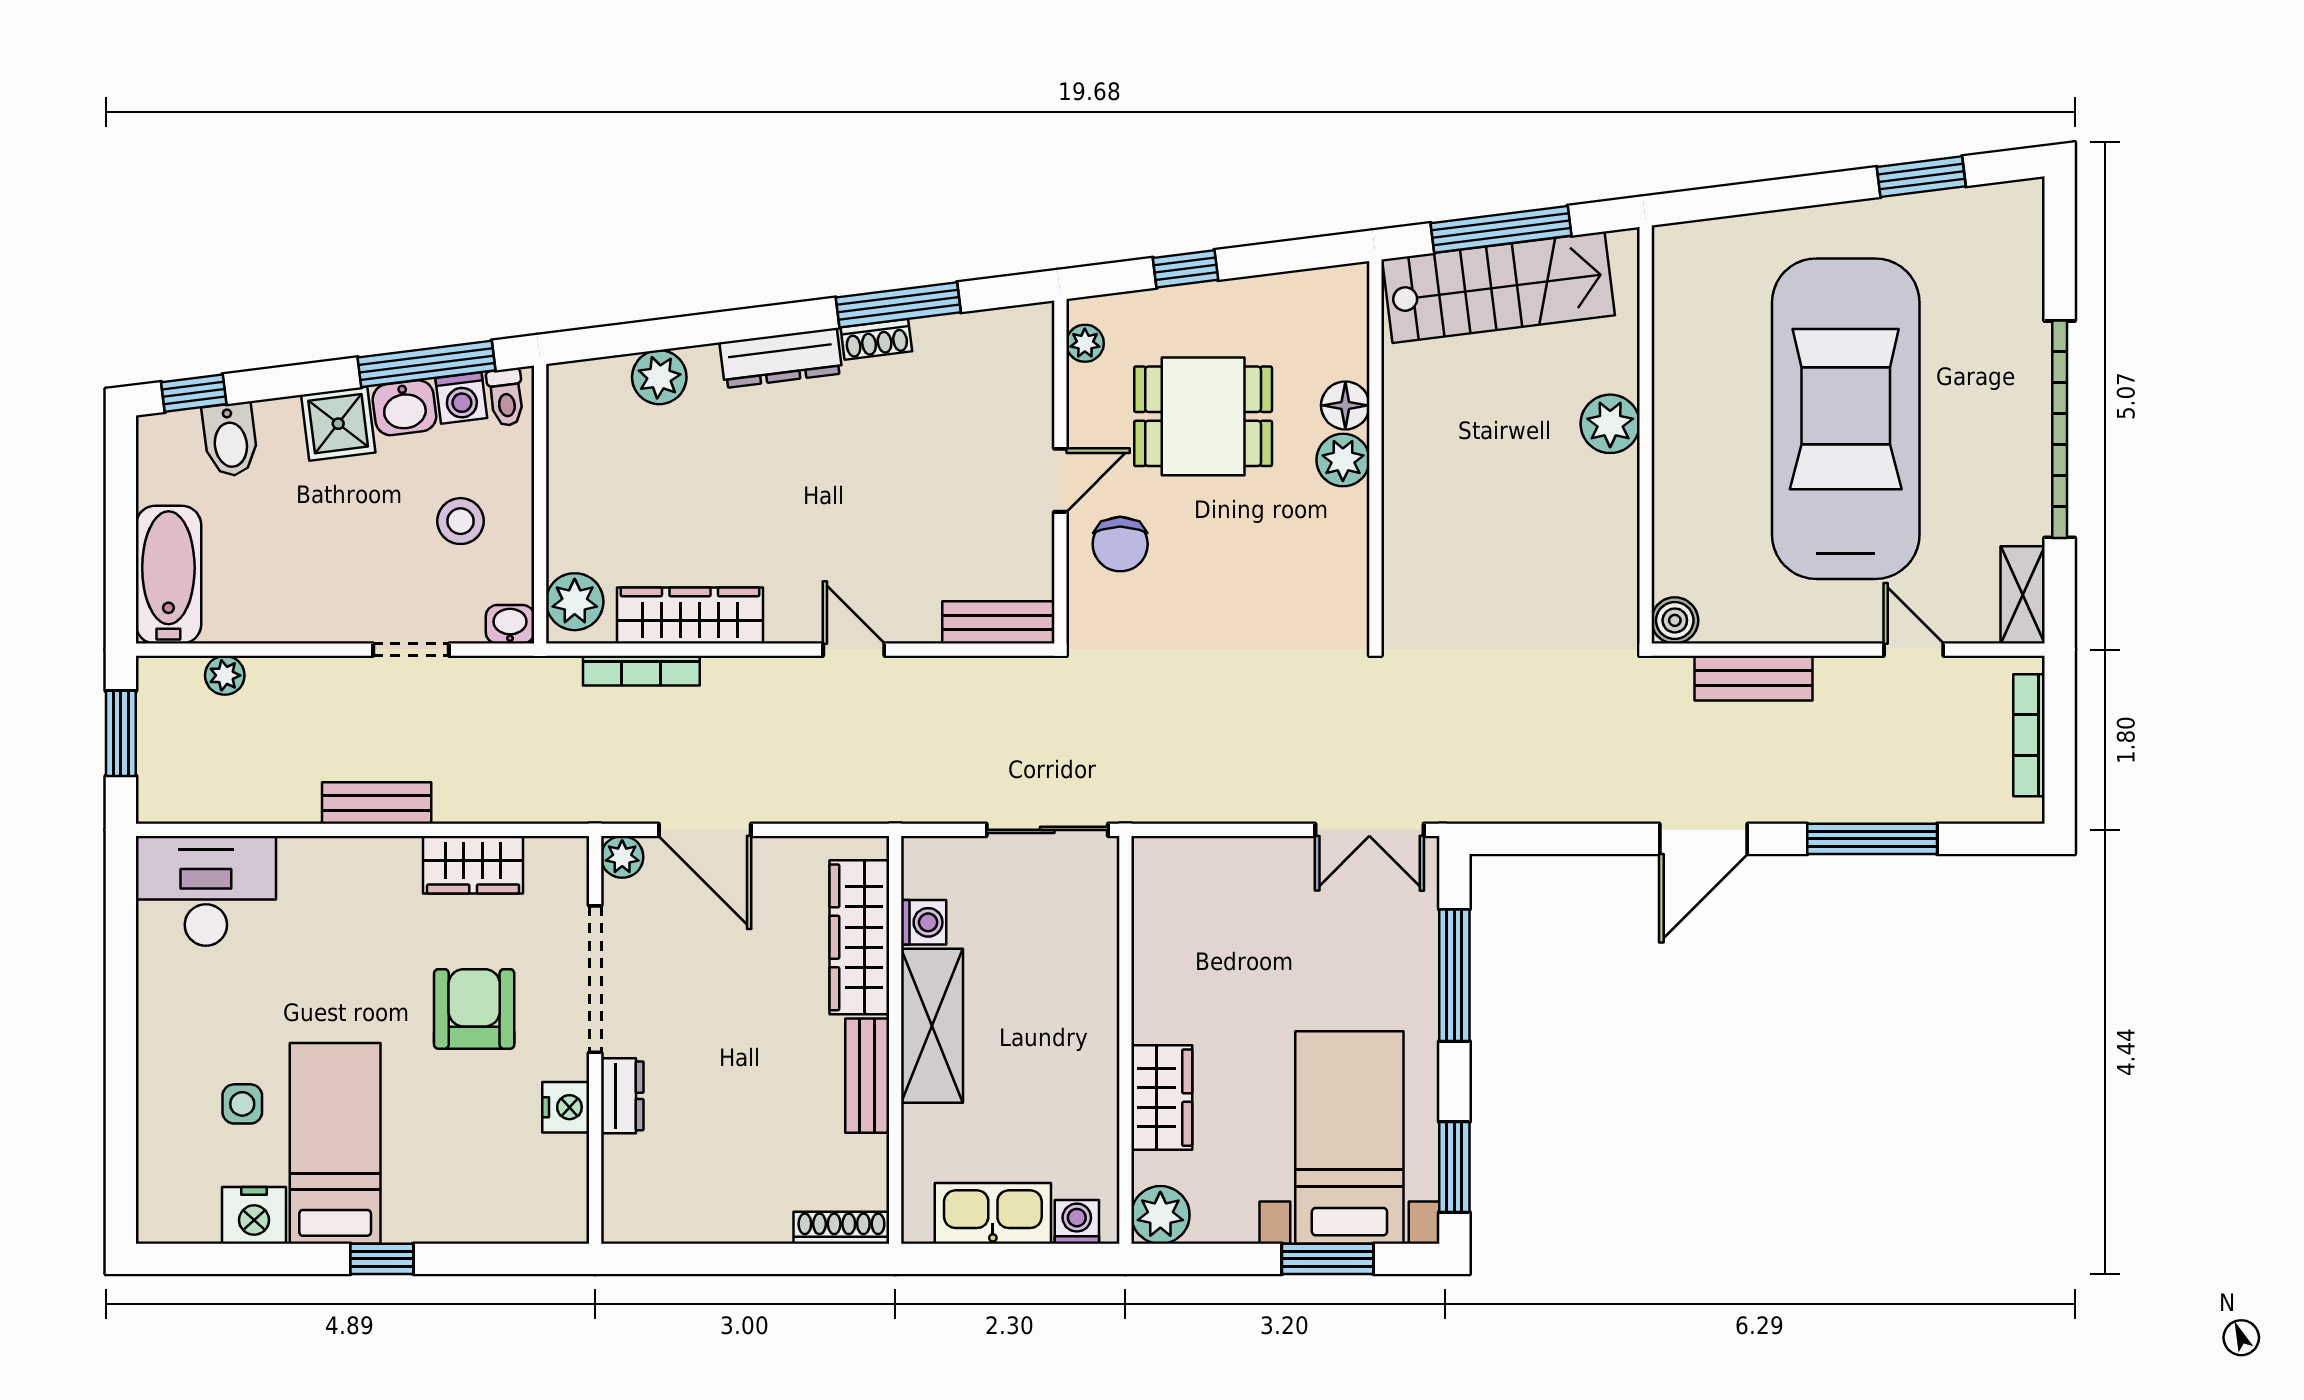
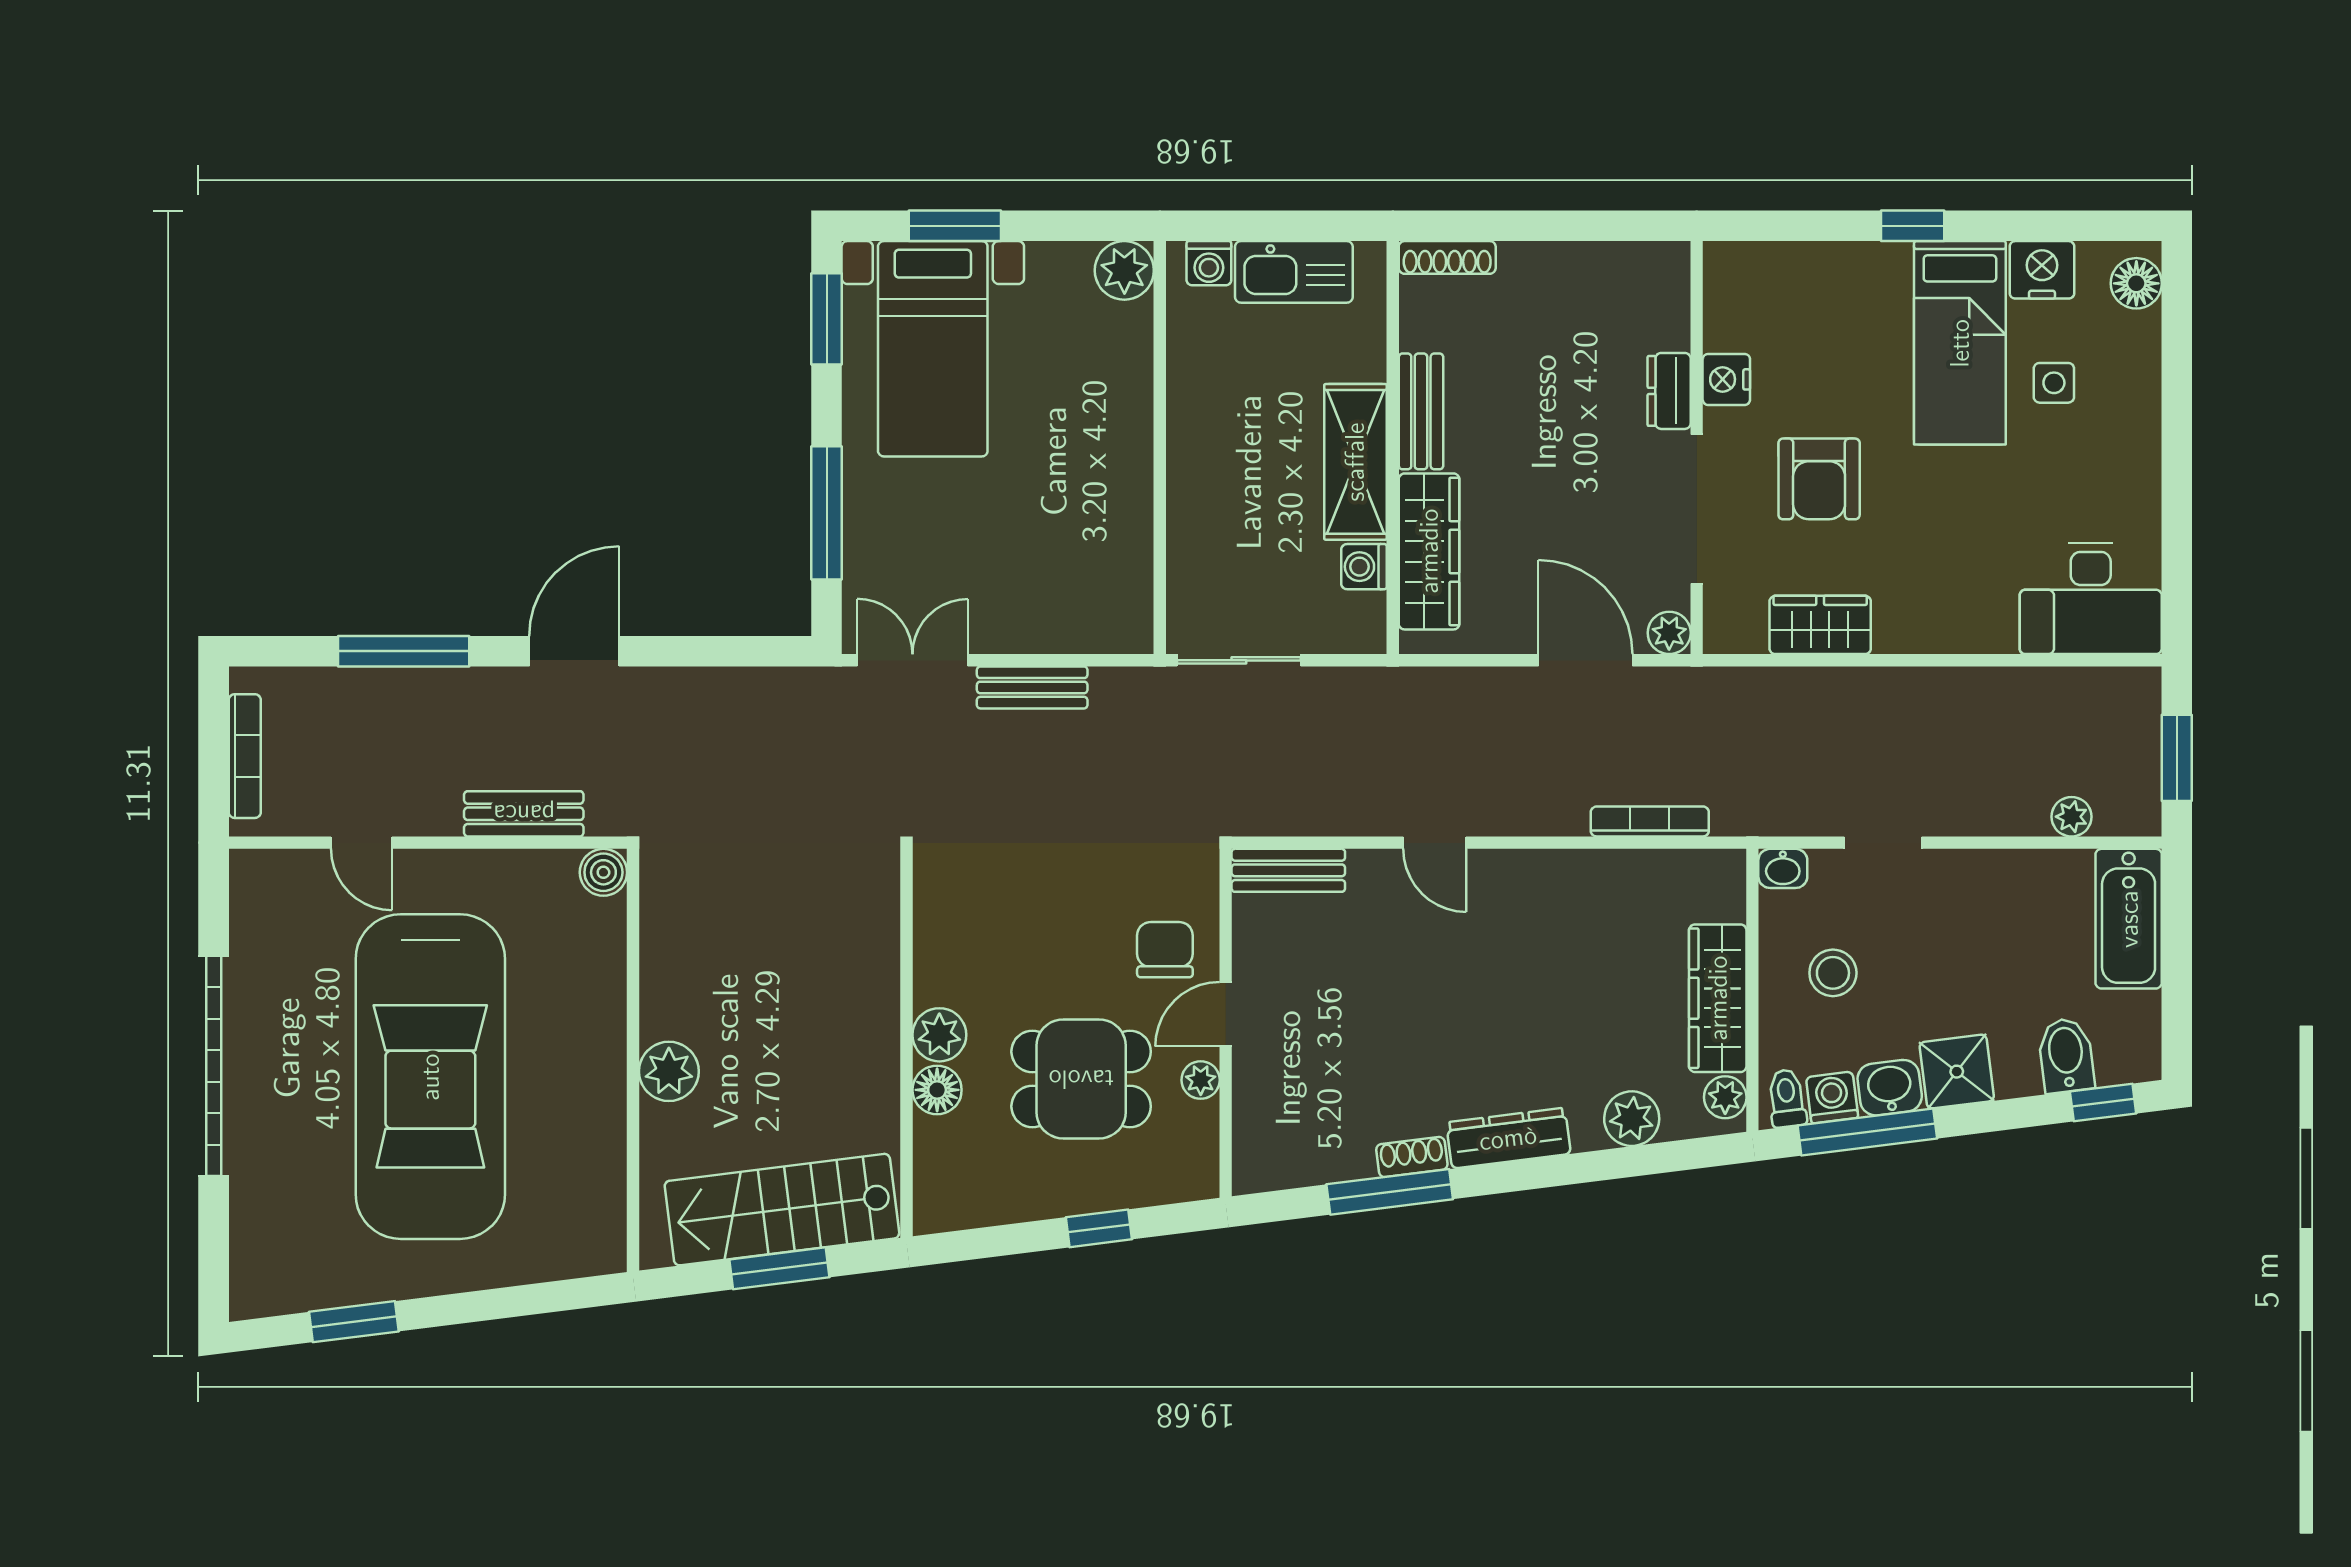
window: (1501, 229) -> (779, 1268), width x0.69
plant: (1085, 343) -> (1201, 1080), moved
shelving: (2023, 595) -> (251, 898), removed
plant: (575, 602) -> (1725, 1097), moved, width x0.73, depth x0.73
wardrobe: (690, 616) -> (1718, 998), moved, turned 90
bench: (377, 803) -> (1032, 687), moved
wardrobe: (1162, 1098) -> (1123, 389), removed
floor lamp: (161, 1202) -> (2136, 283), added

